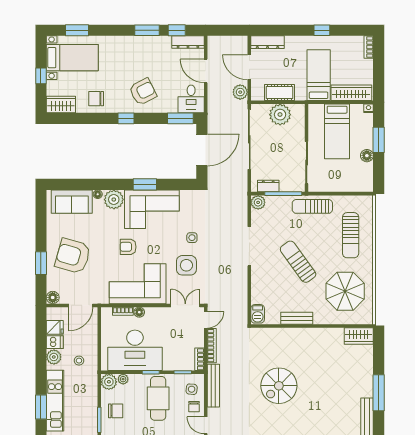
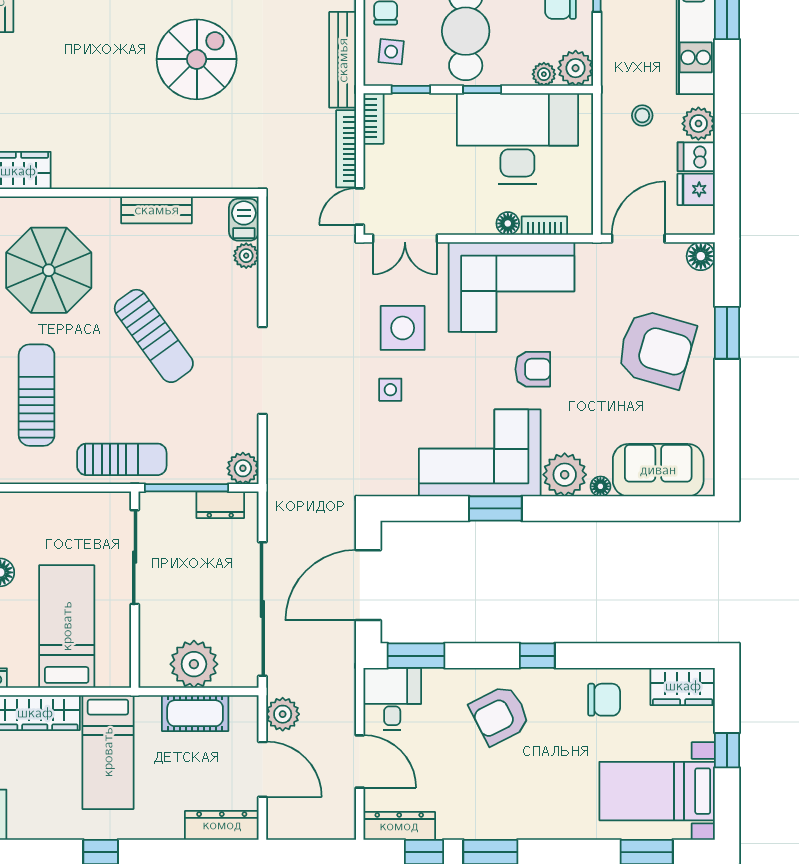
plant: (257, 298) -> (246, 256), added

